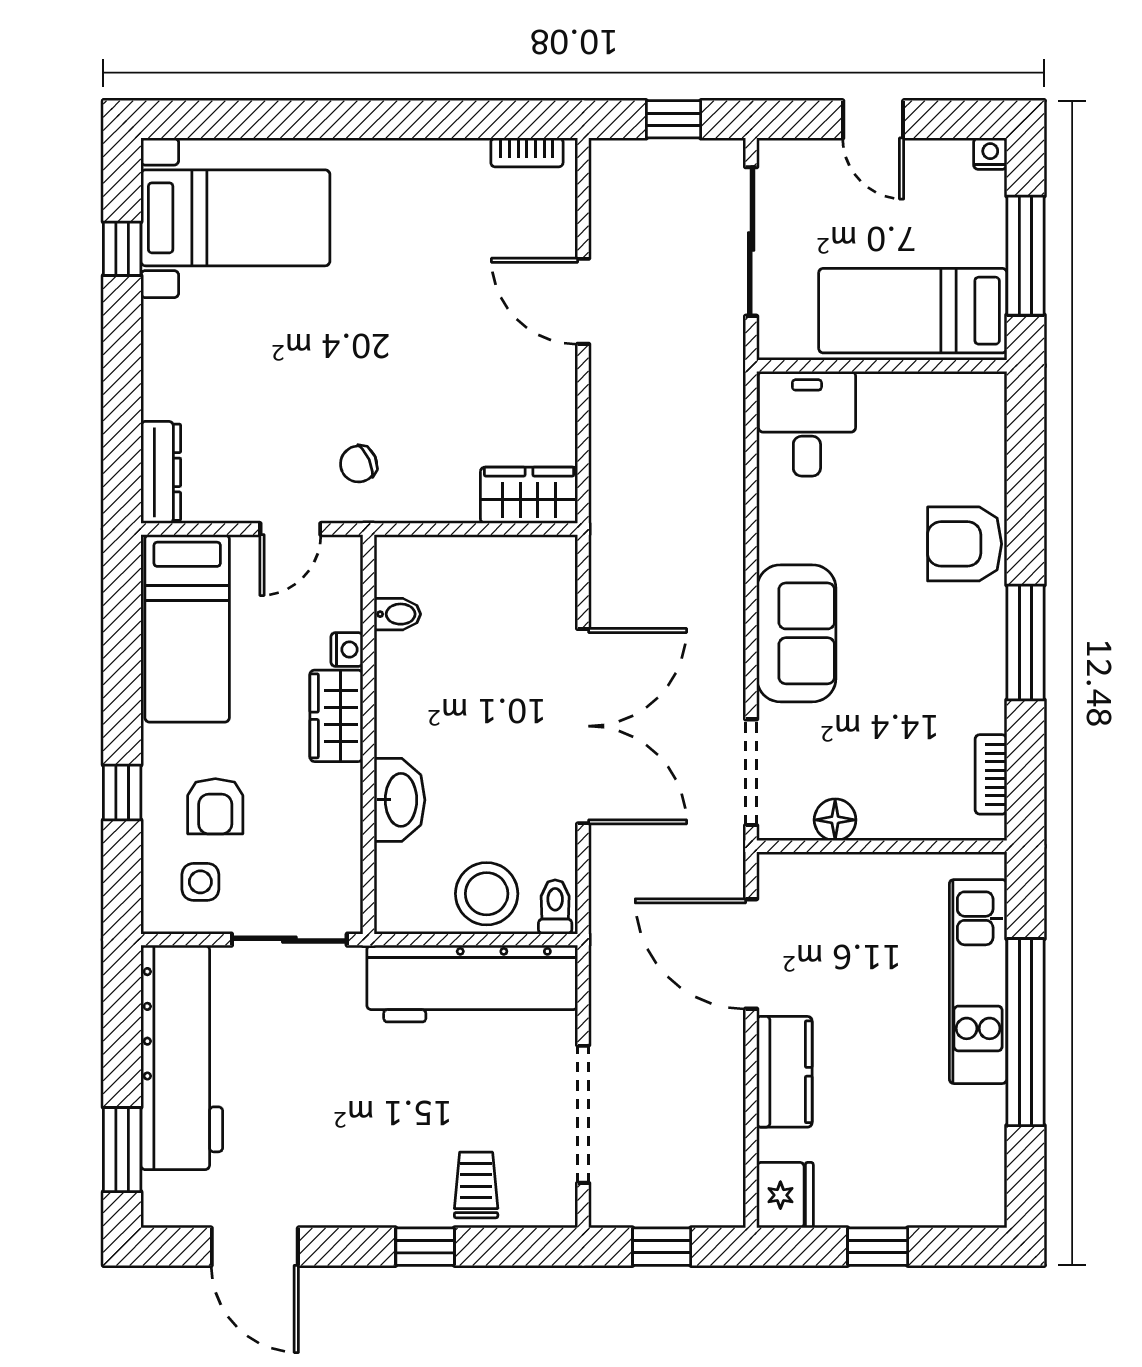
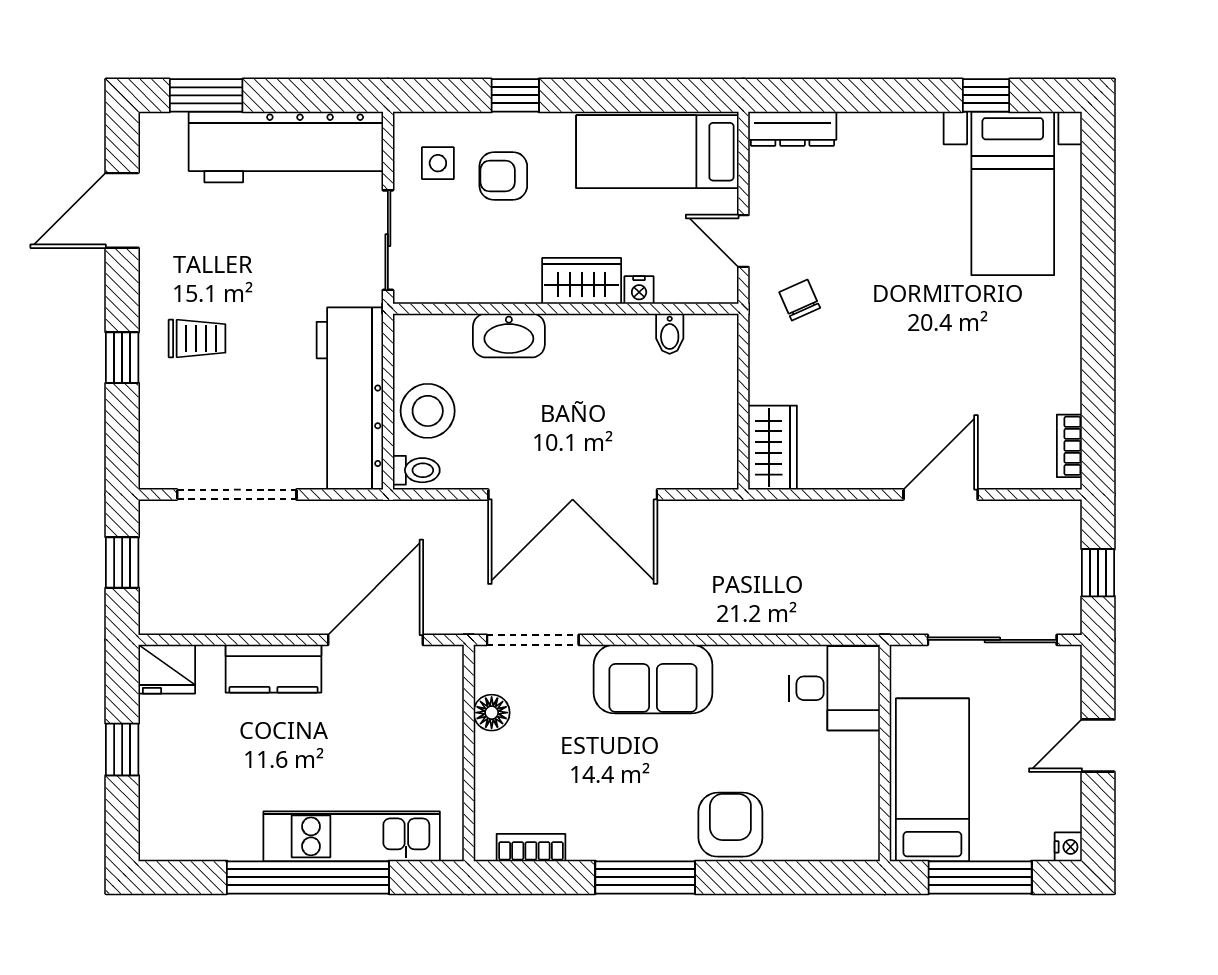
trolley: (476, 1185) -> (197, 338), moved

